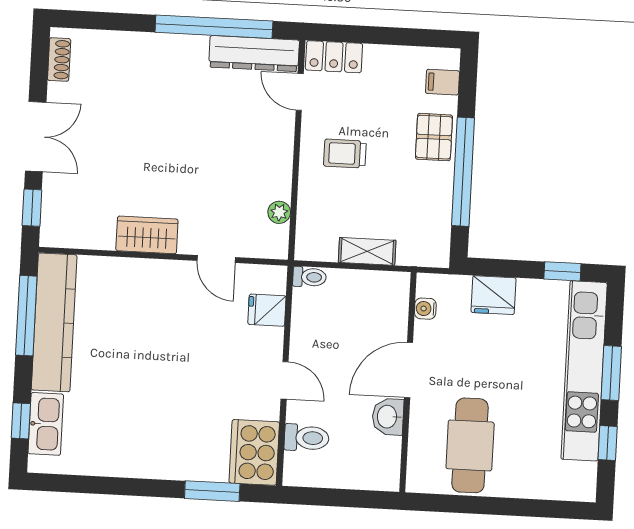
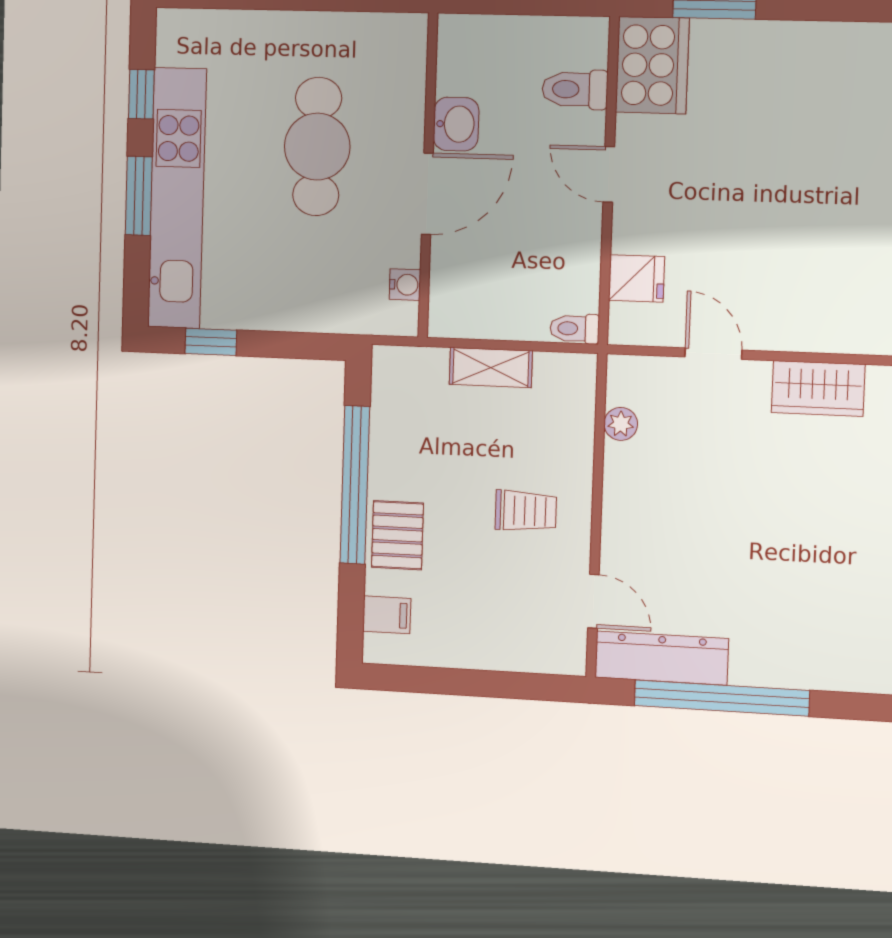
locker: (334, 57) -> (544, 653), removed
fridge: (494, 295) -> (308, 306), removed
cafe table: (470, 445) -> (317, 147), moved

